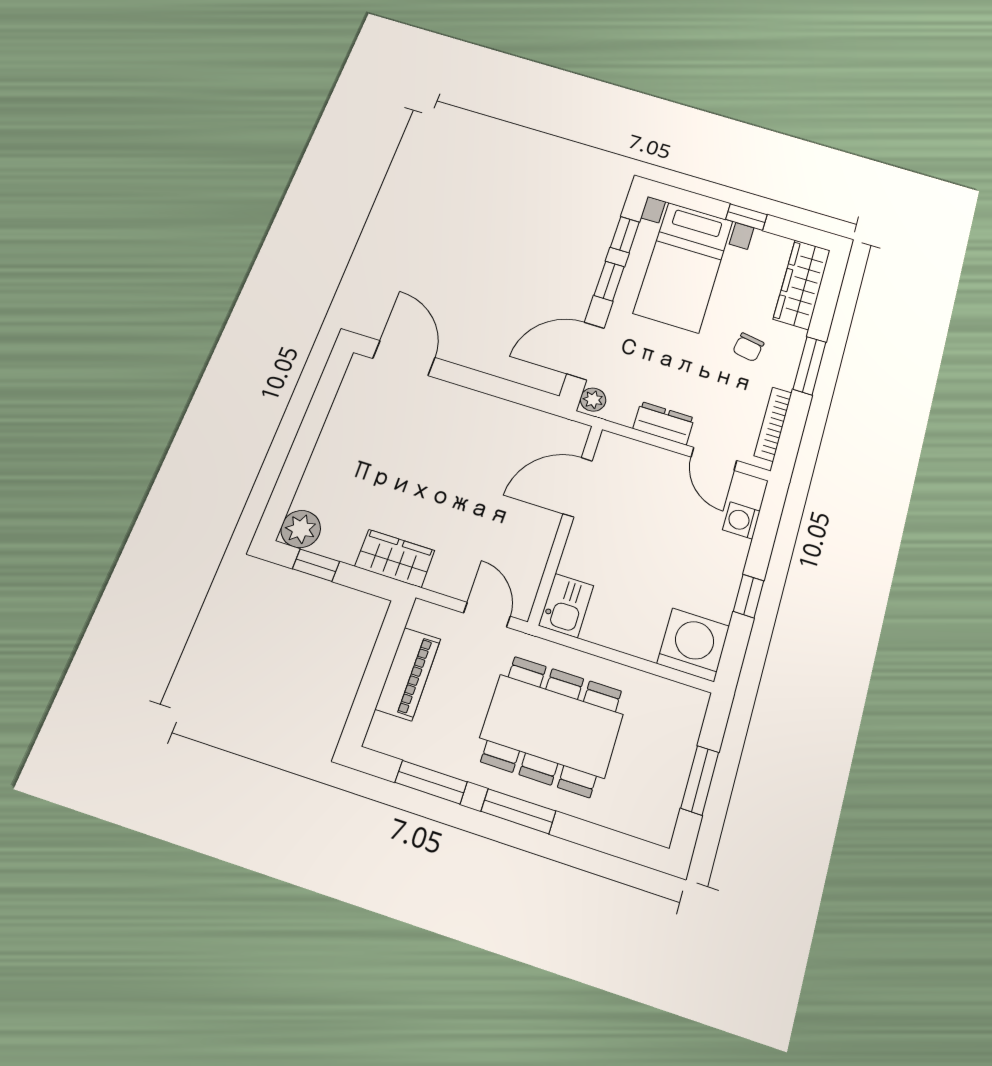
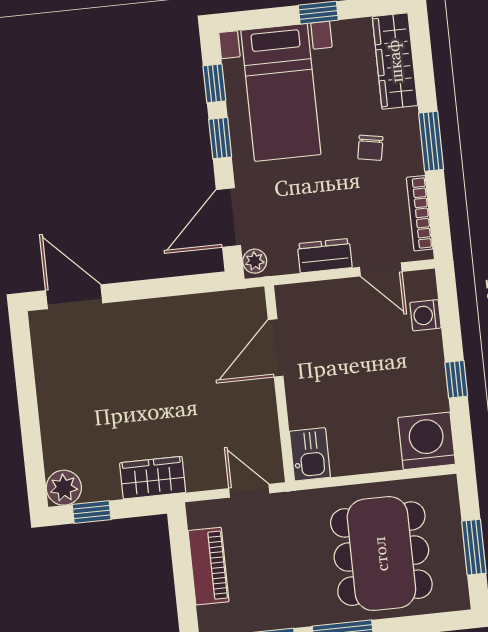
dining table: (552, 726) -> (381, 554), moved, turned 90

